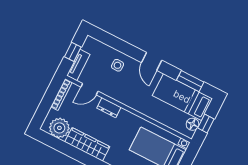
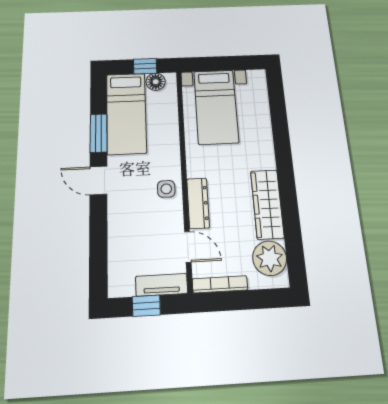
door: (152, 61) -> (98, 180), swing flipped
side table: (117, 65) -> (166, 189), moved
window: (190, 81) -> (99, 133), moved
dresser: (109, 108) -> (198, 203), width x1.44

